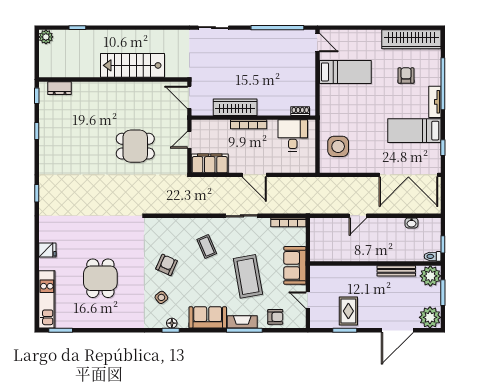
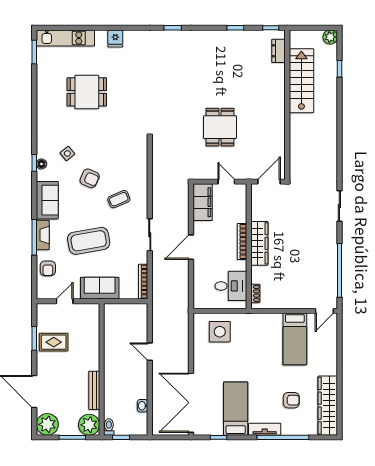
stairs: (133, 65) -> (301, 81), moved
wardrobe: (235, 107) -> (259, 243), moved
armchair: (167, 265) -> (90, 178), moved

